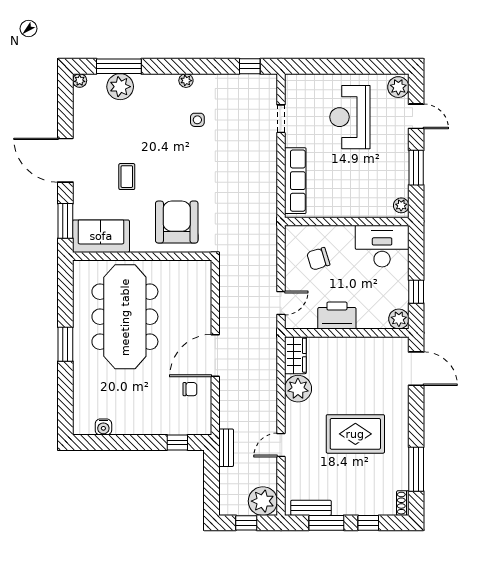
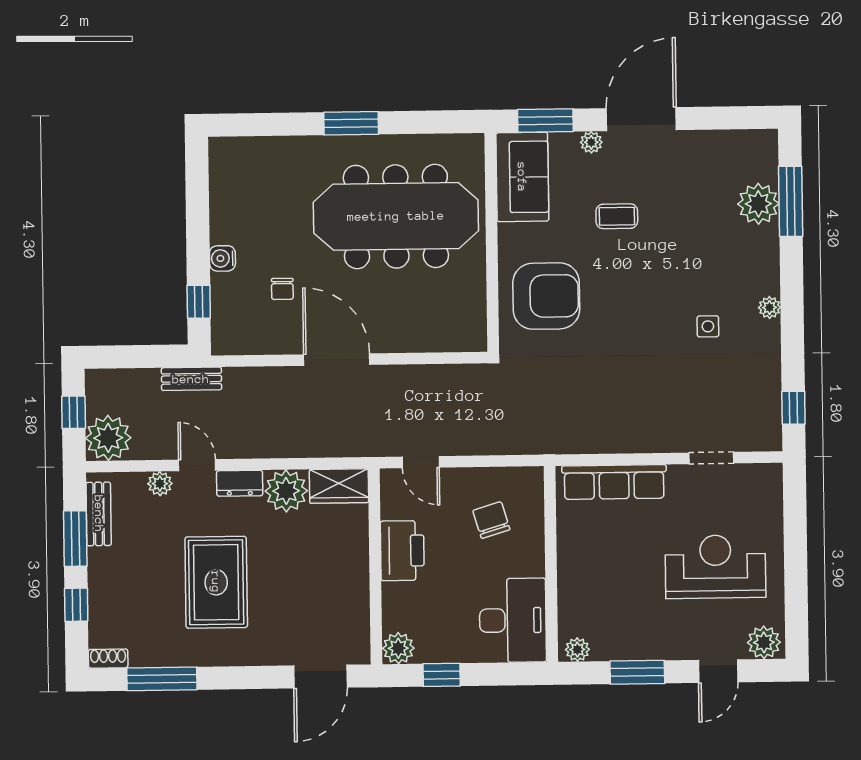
plant: (80, 80) -> (591, 142), moved
chair: (190, 389) -> (282, 289), moved
dresser: (293, 418) -> (240, 483), added
water cooler: (103, 427) -> (222, 258), moved
plant: (292, 469) -> (160, 484), added

